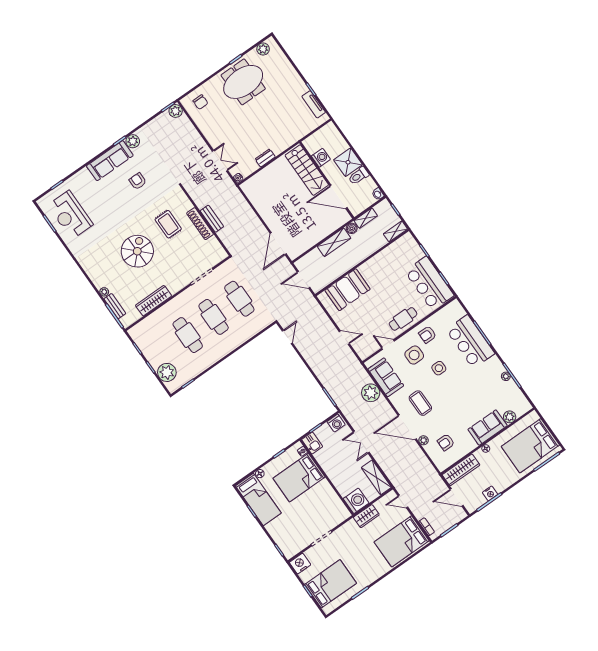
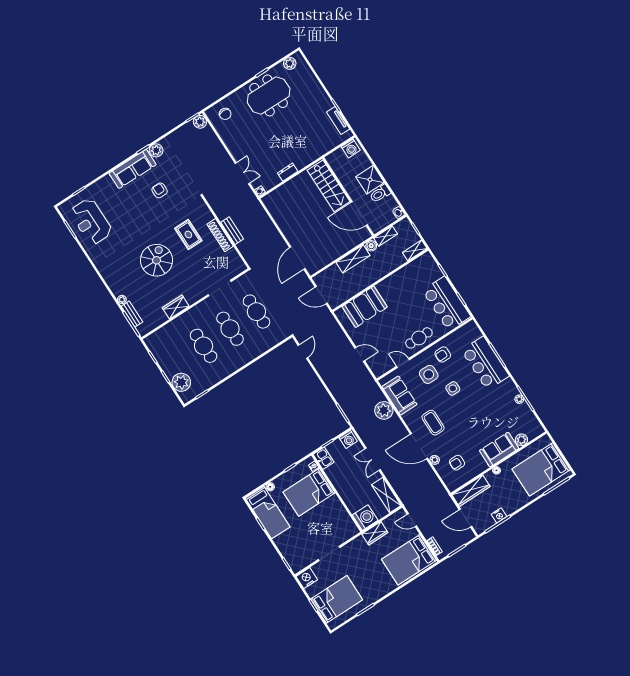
washing machine: (321, 158) -> (351, 148), moved, turned 90
wardrobe: (154, 301) -> (176, 307), width x0.67

